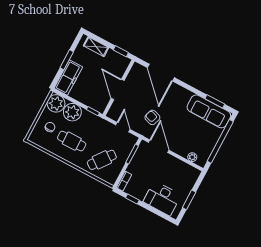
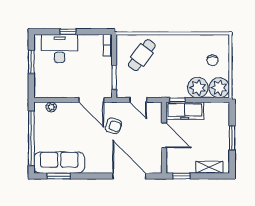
freezer: (68, 78) -> (185, 111), moved, turned -90
cafe table: (72, 141) -> (183, 58), removed
window: (132, 199) -> (68, 32), moved

